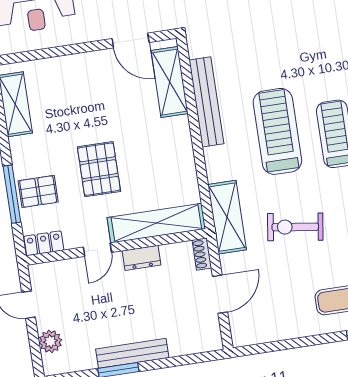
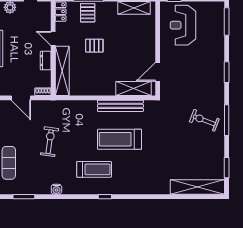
treadmill: (277, 131) -> (120, 139), moved, turned 180
pallet: (99, 169) -> (94, 46), width x0.67, depth x0.71
shelving: (227, 217) -> (60, 107), removed

